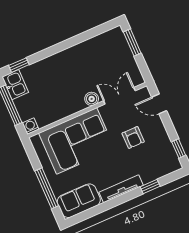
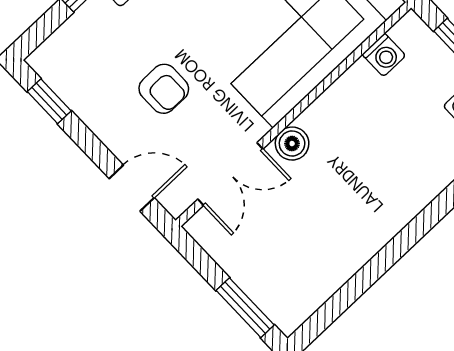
washing machine: (31, 126) -> (384, 55), moved
armchair: (133, 137) -> (164, 89), turned 180

